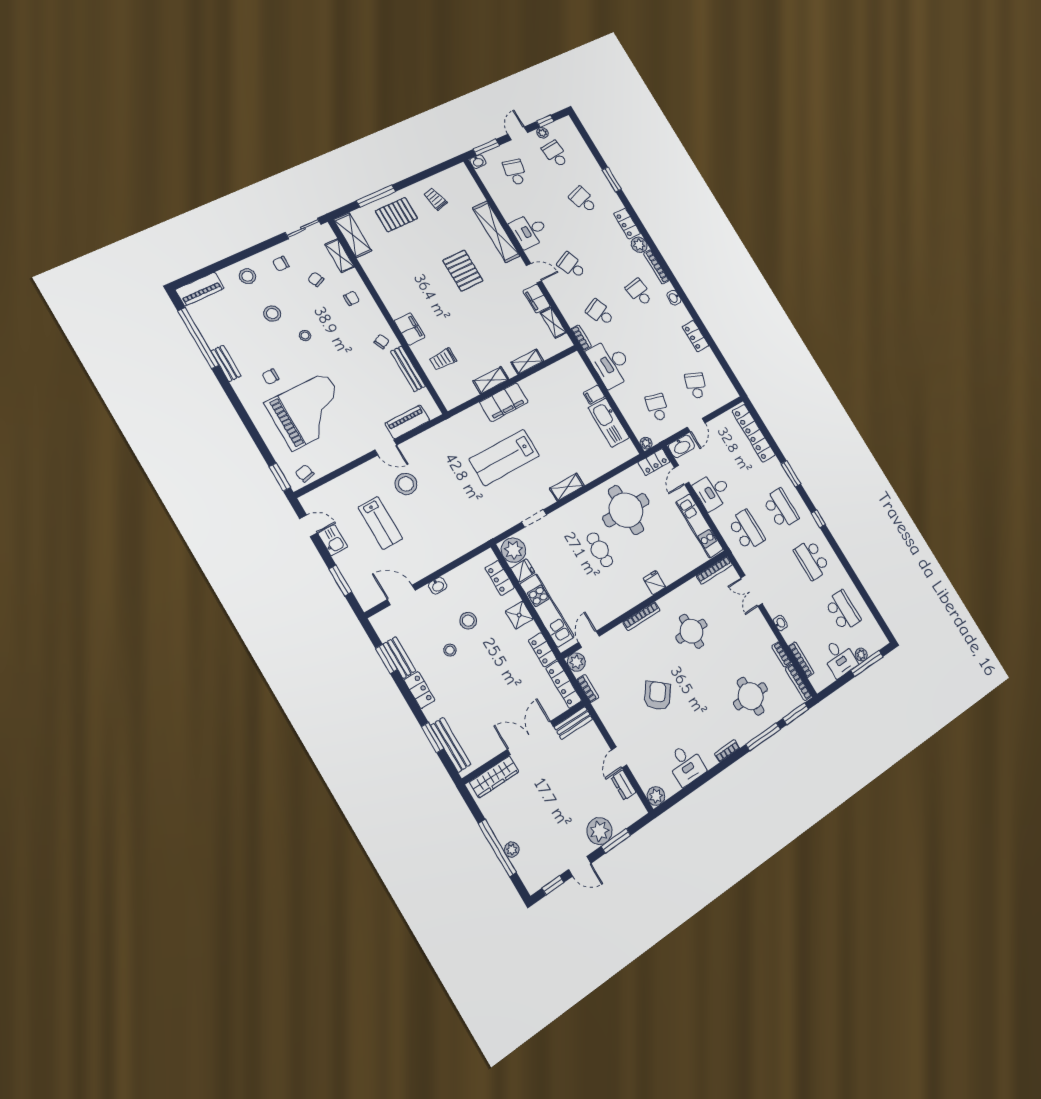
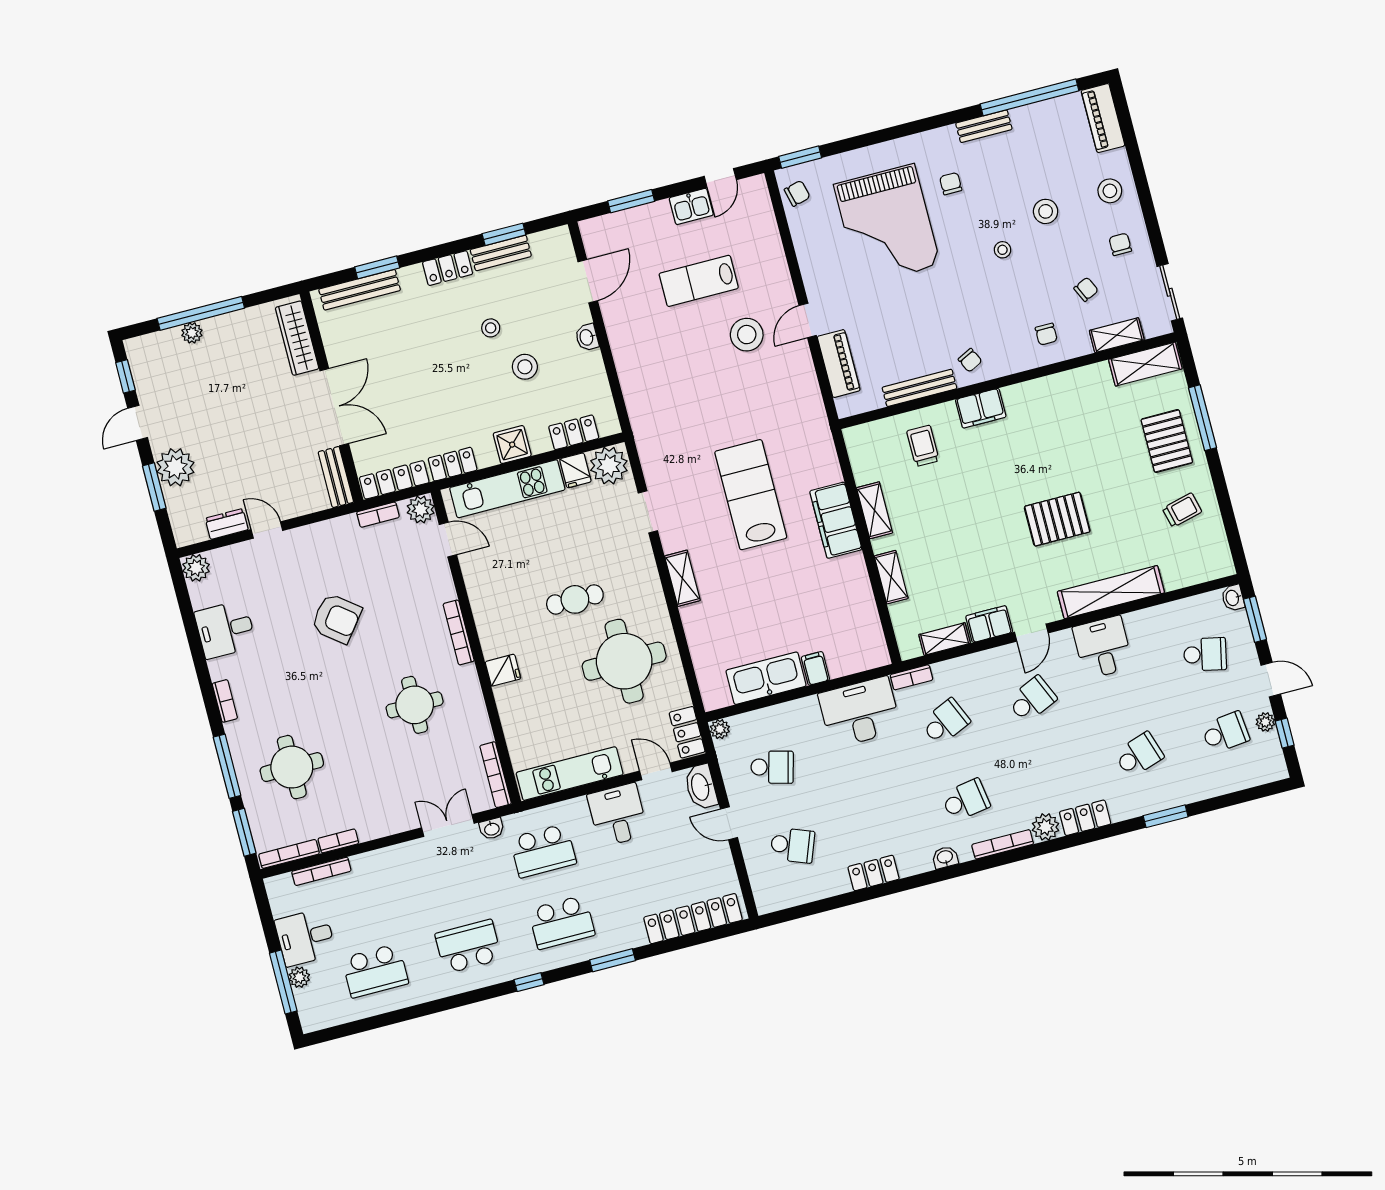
washbasin: (780, 623) -> (492, 829), moved

